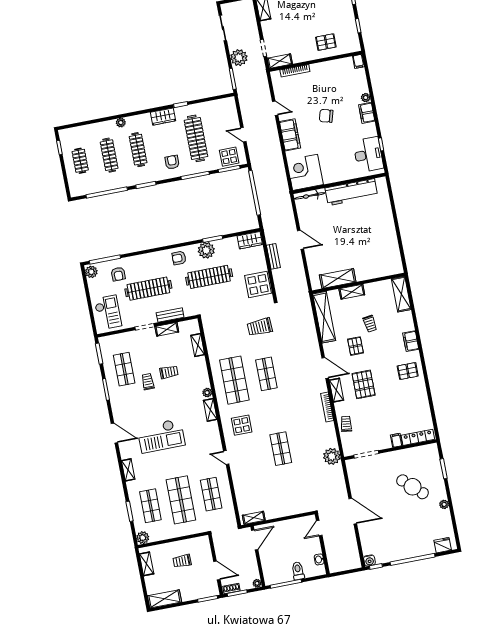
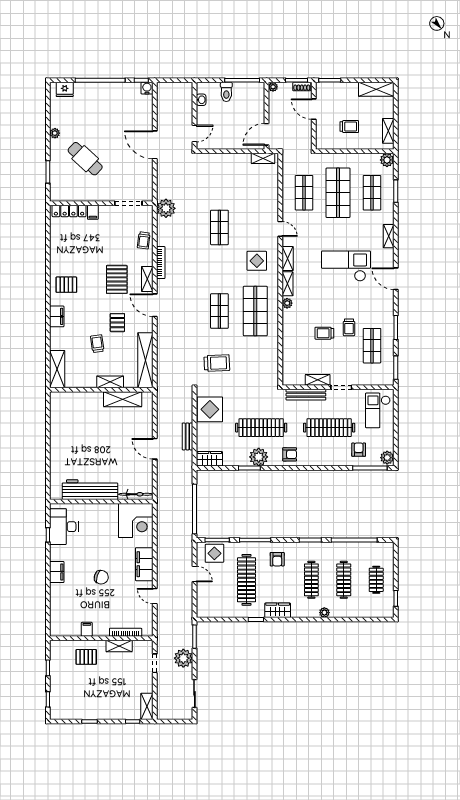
shelving: (280, 61) -> (119, 646), moved
filing cabinet: (358, 61) -> (87, 629), moved
plant: (366, 98) -> (55, 589), removed
bench: (170, 315) -> (306, 395), width x1.36
shelving: (198, 345) -> (288, 259), moved

